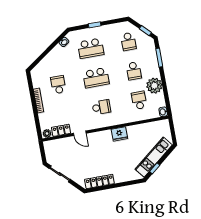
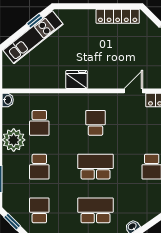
school desk: (134, 71) -> (39, 167), turned 180
school desk: (101, 107) -> (95, 123), turned 90
door: (80, 133) -> (133, 91), hinge flipped

